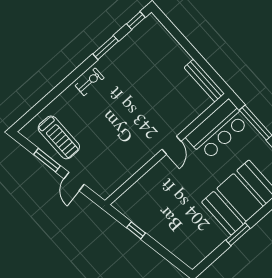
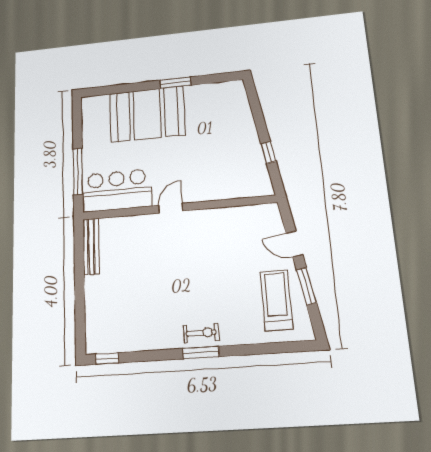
window: (106, 48) -> (201, 353), moved
exercise bike: (90, 82) -> (201, 333), turned 180
door: (74, 181) -> (294, 244), swing flipped

